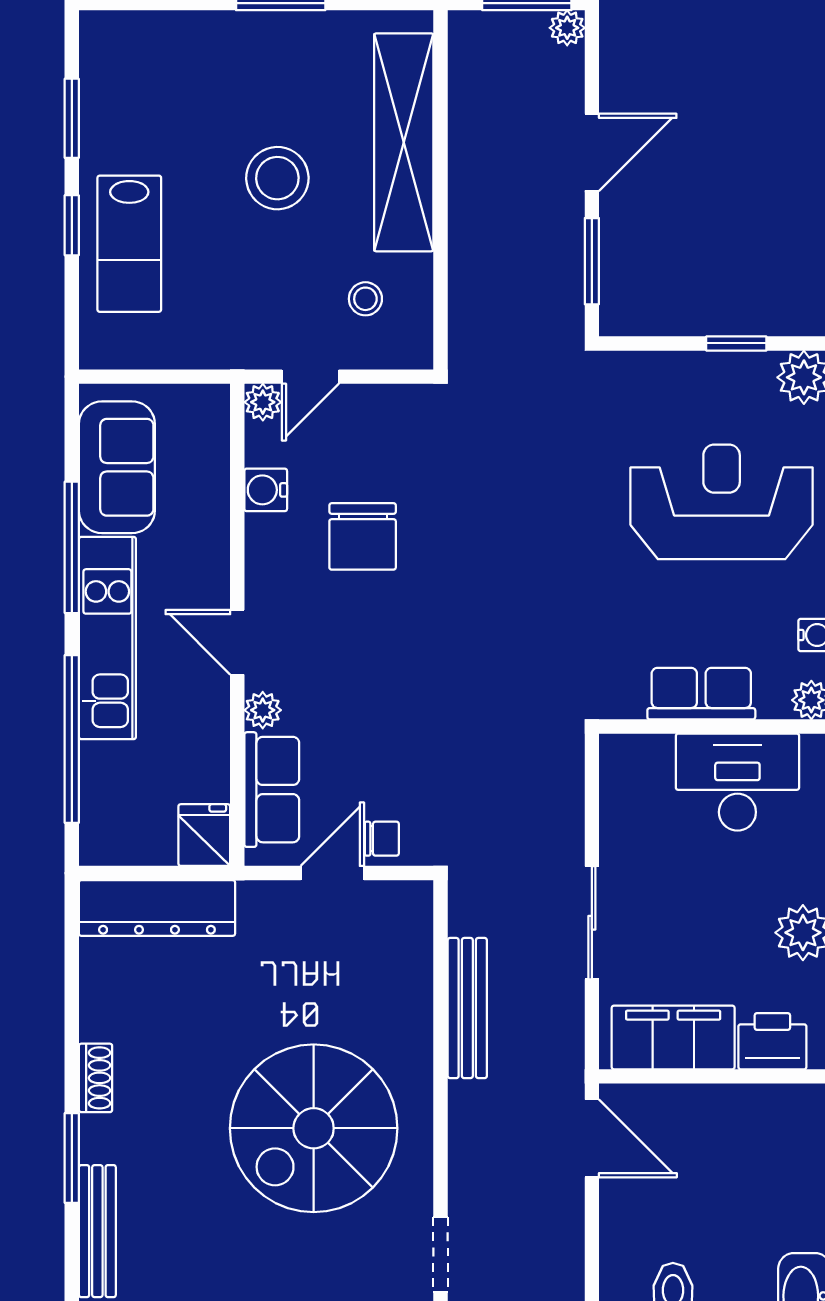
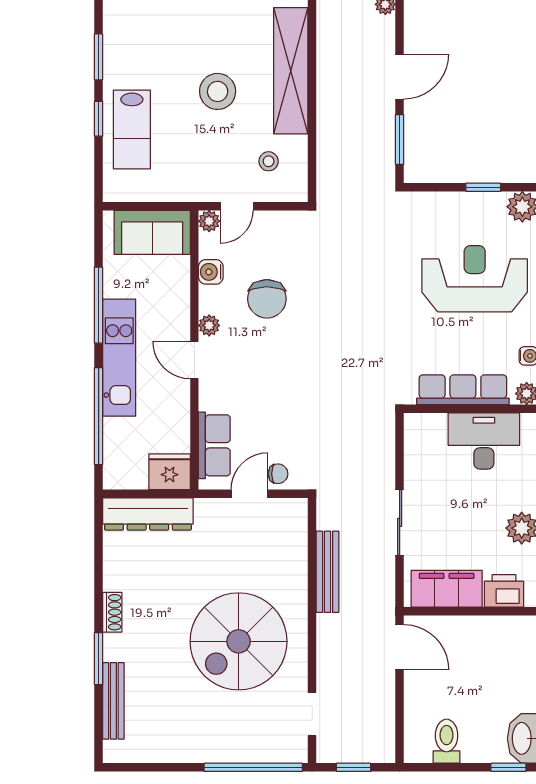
sofa: (117, 467) -> (152, 232), moved, turned 90
row of seats: (701, 694) -> (463, 390), width x1.48
plant: (263, 710) -> (209, 325), moved
fridge: (204, 835) -> (170, 472), width x1.38

